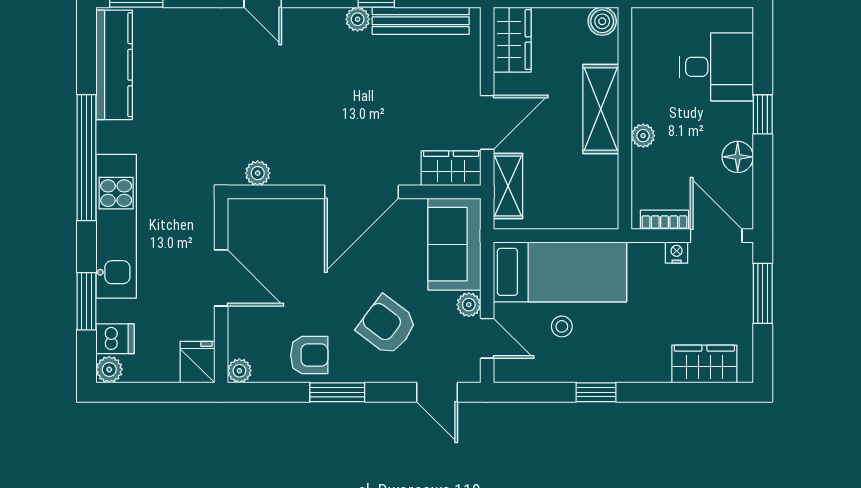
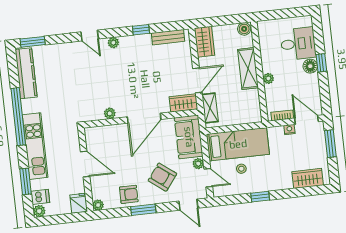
plant: (358, 19) -> (113, 43), moved
bench: (421, 21) -> (168, 37), width x0.73
floor lamp: (738, 157) -> (310, 66), moved
plant: (258, 173) -> (110, 113), moved

